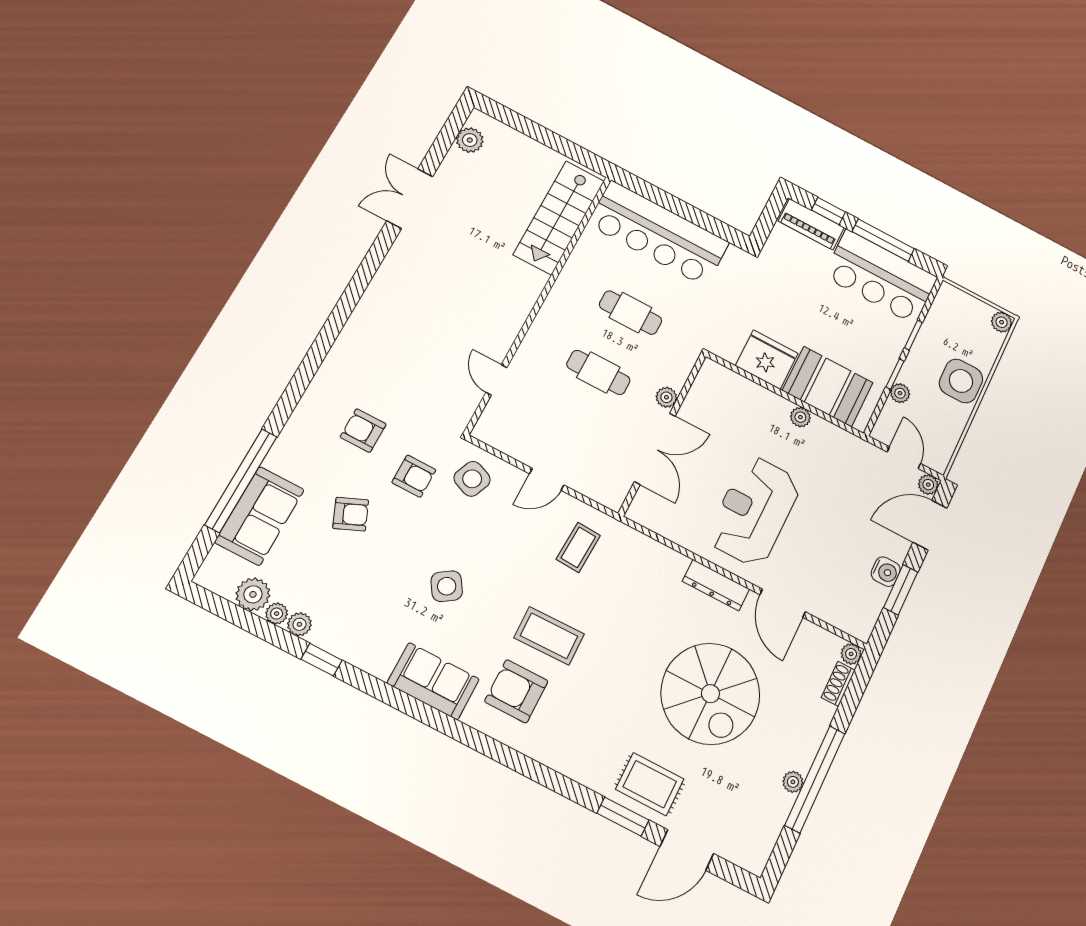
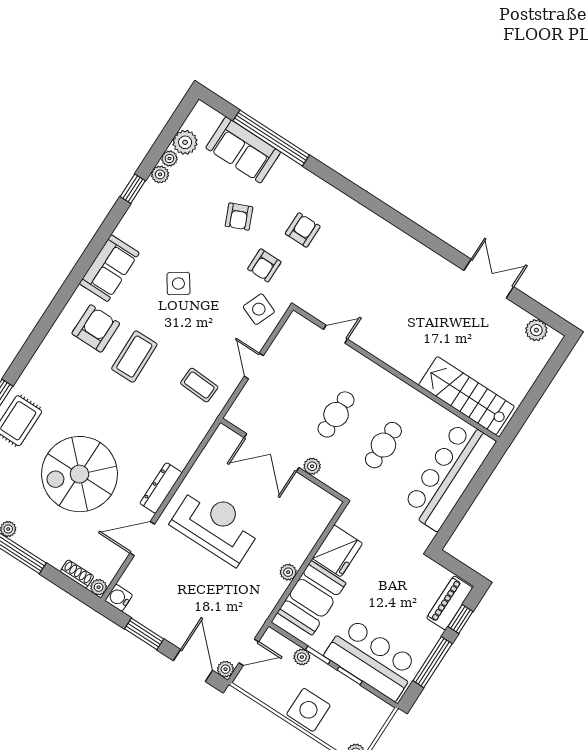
bar counter: (880, 277) -> (372, 659), moved, turned 90
water cooler: (886, 572) -> (119, 598), moved, turned 90

